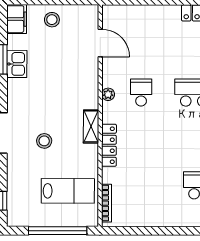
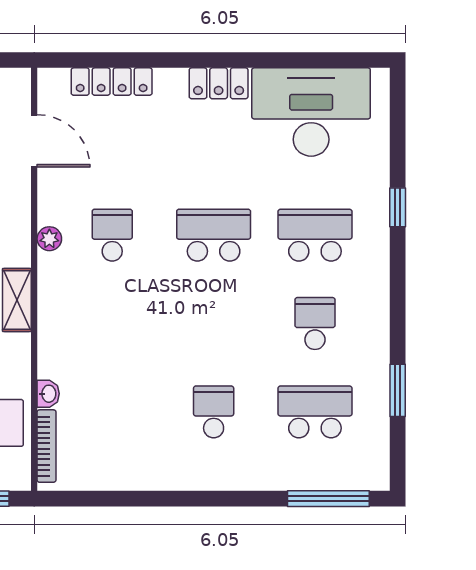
locker: (109, 145) -> (112, 82), moved, turned 90
washbasin: (107, 176) -> (48, 394), added

